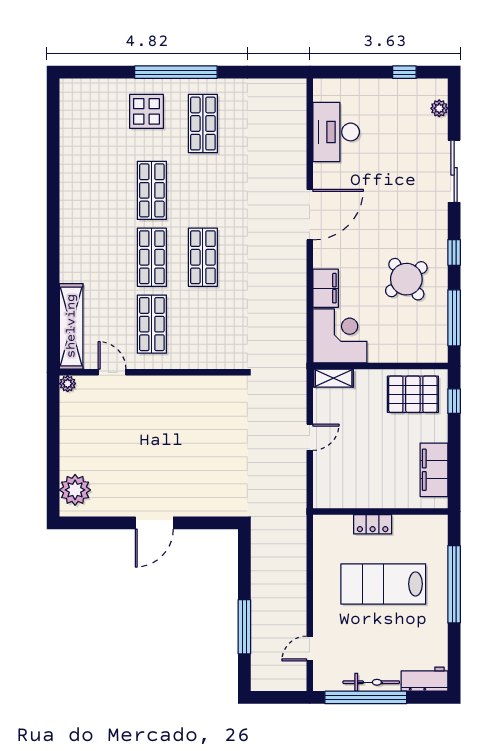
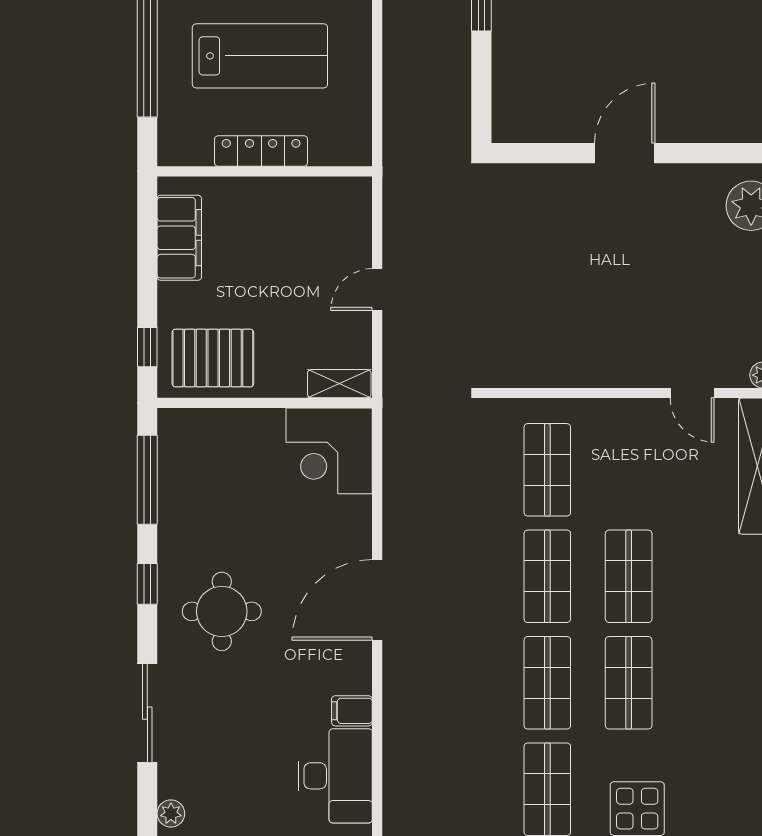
shop shelf: (203, 190) -> (547, 683), added
door: (310, 215) -> (377, 600), moved
round table: (406, 279) -> (222, 611), moved, turned 38
filing cabinet: (326, 288) -> (352, 711), moved, width x0.50
shop shelf: (152, 324) -> (547, 470), moved
locker: (373, 524) -> (261, 151), width x1.53

